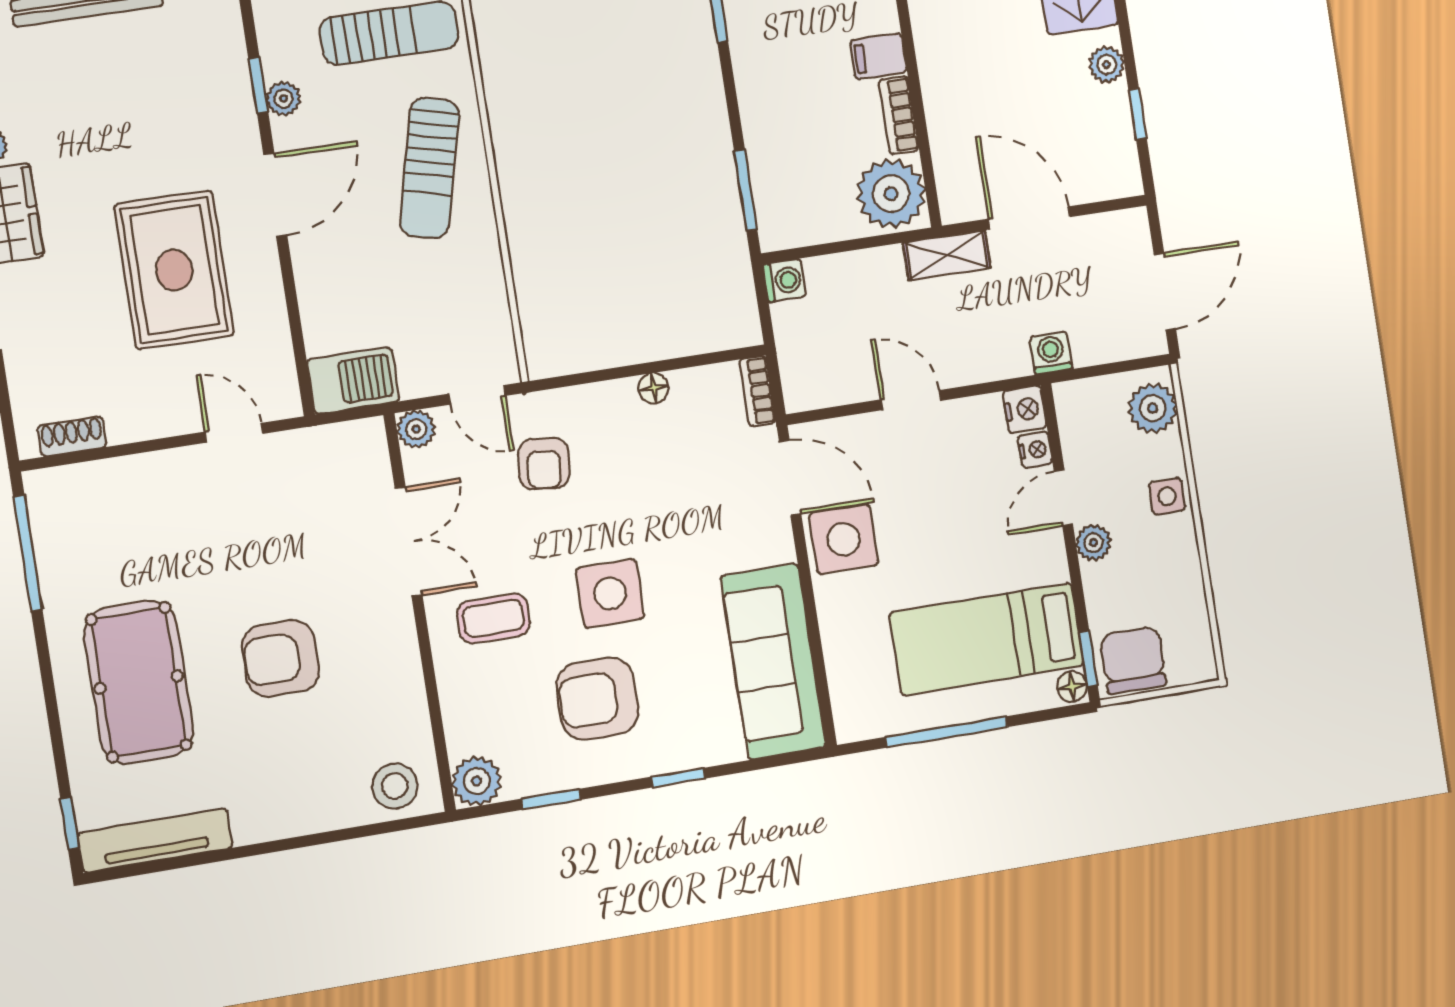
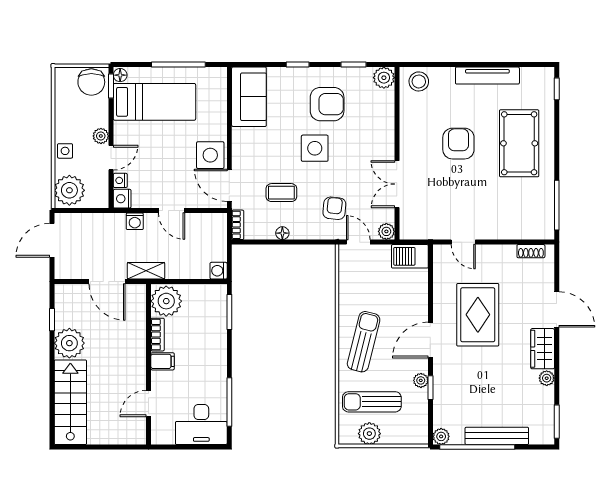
plant: (1107, 65) -> (69, 343), width x1.87, depth x1.87
washing machine: (1051, 353) -> (135, 221), moved
plant: (1153, 408) -> (69, 190), width x1.36, depth x1.36
coffee table: (493, 618) -> (281, 193), moved
armchair: (281, 658) -> (458, 144), turned -90
sofa: (773, 662) -> (249, 97), width x0.73
tv unit: (155, 840) -> (487, 76), moved

